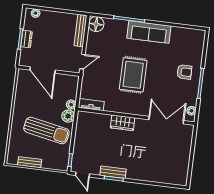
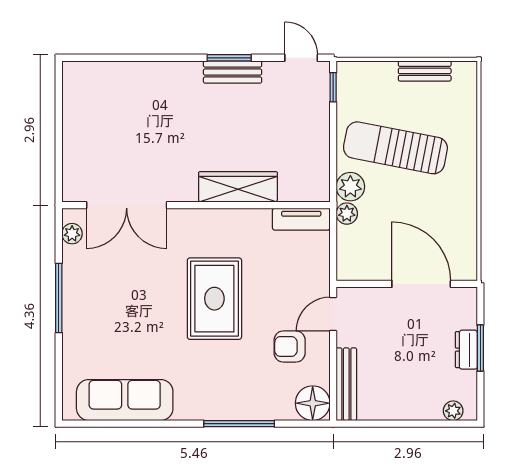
sofa: (149, 32) -> (125, 400), moved
armchair: (184, 72) -> (290, 346), moved
wardrobe: (123, 123) -> (238, 187), width x1.50

